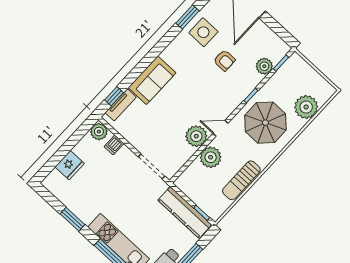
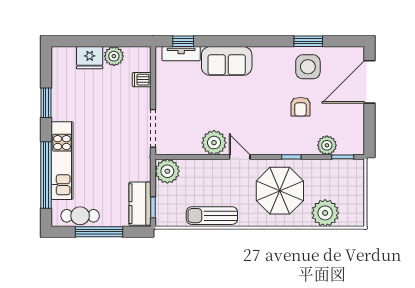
plant: (99, 132) -> (114, 56), moved
plant: (211, 157) -> (167, 171), moved
kitchen counter: (185, 212) -> (140, 204), width x0.67

